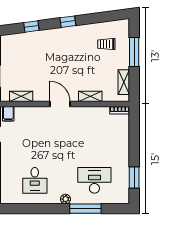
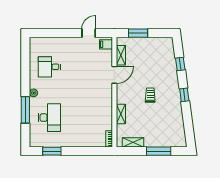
trolley: (106, 44) -> (150, 95), moved
door: (60, 104) -> (114, 75), moved

